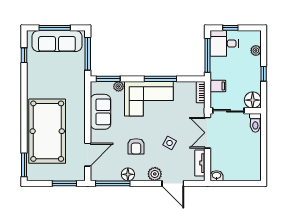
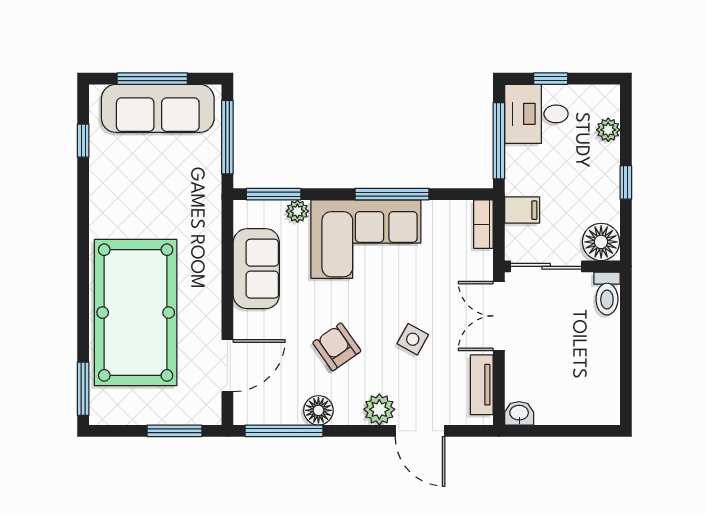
armchair: (136, 146) -> (337, 347), turned 145

